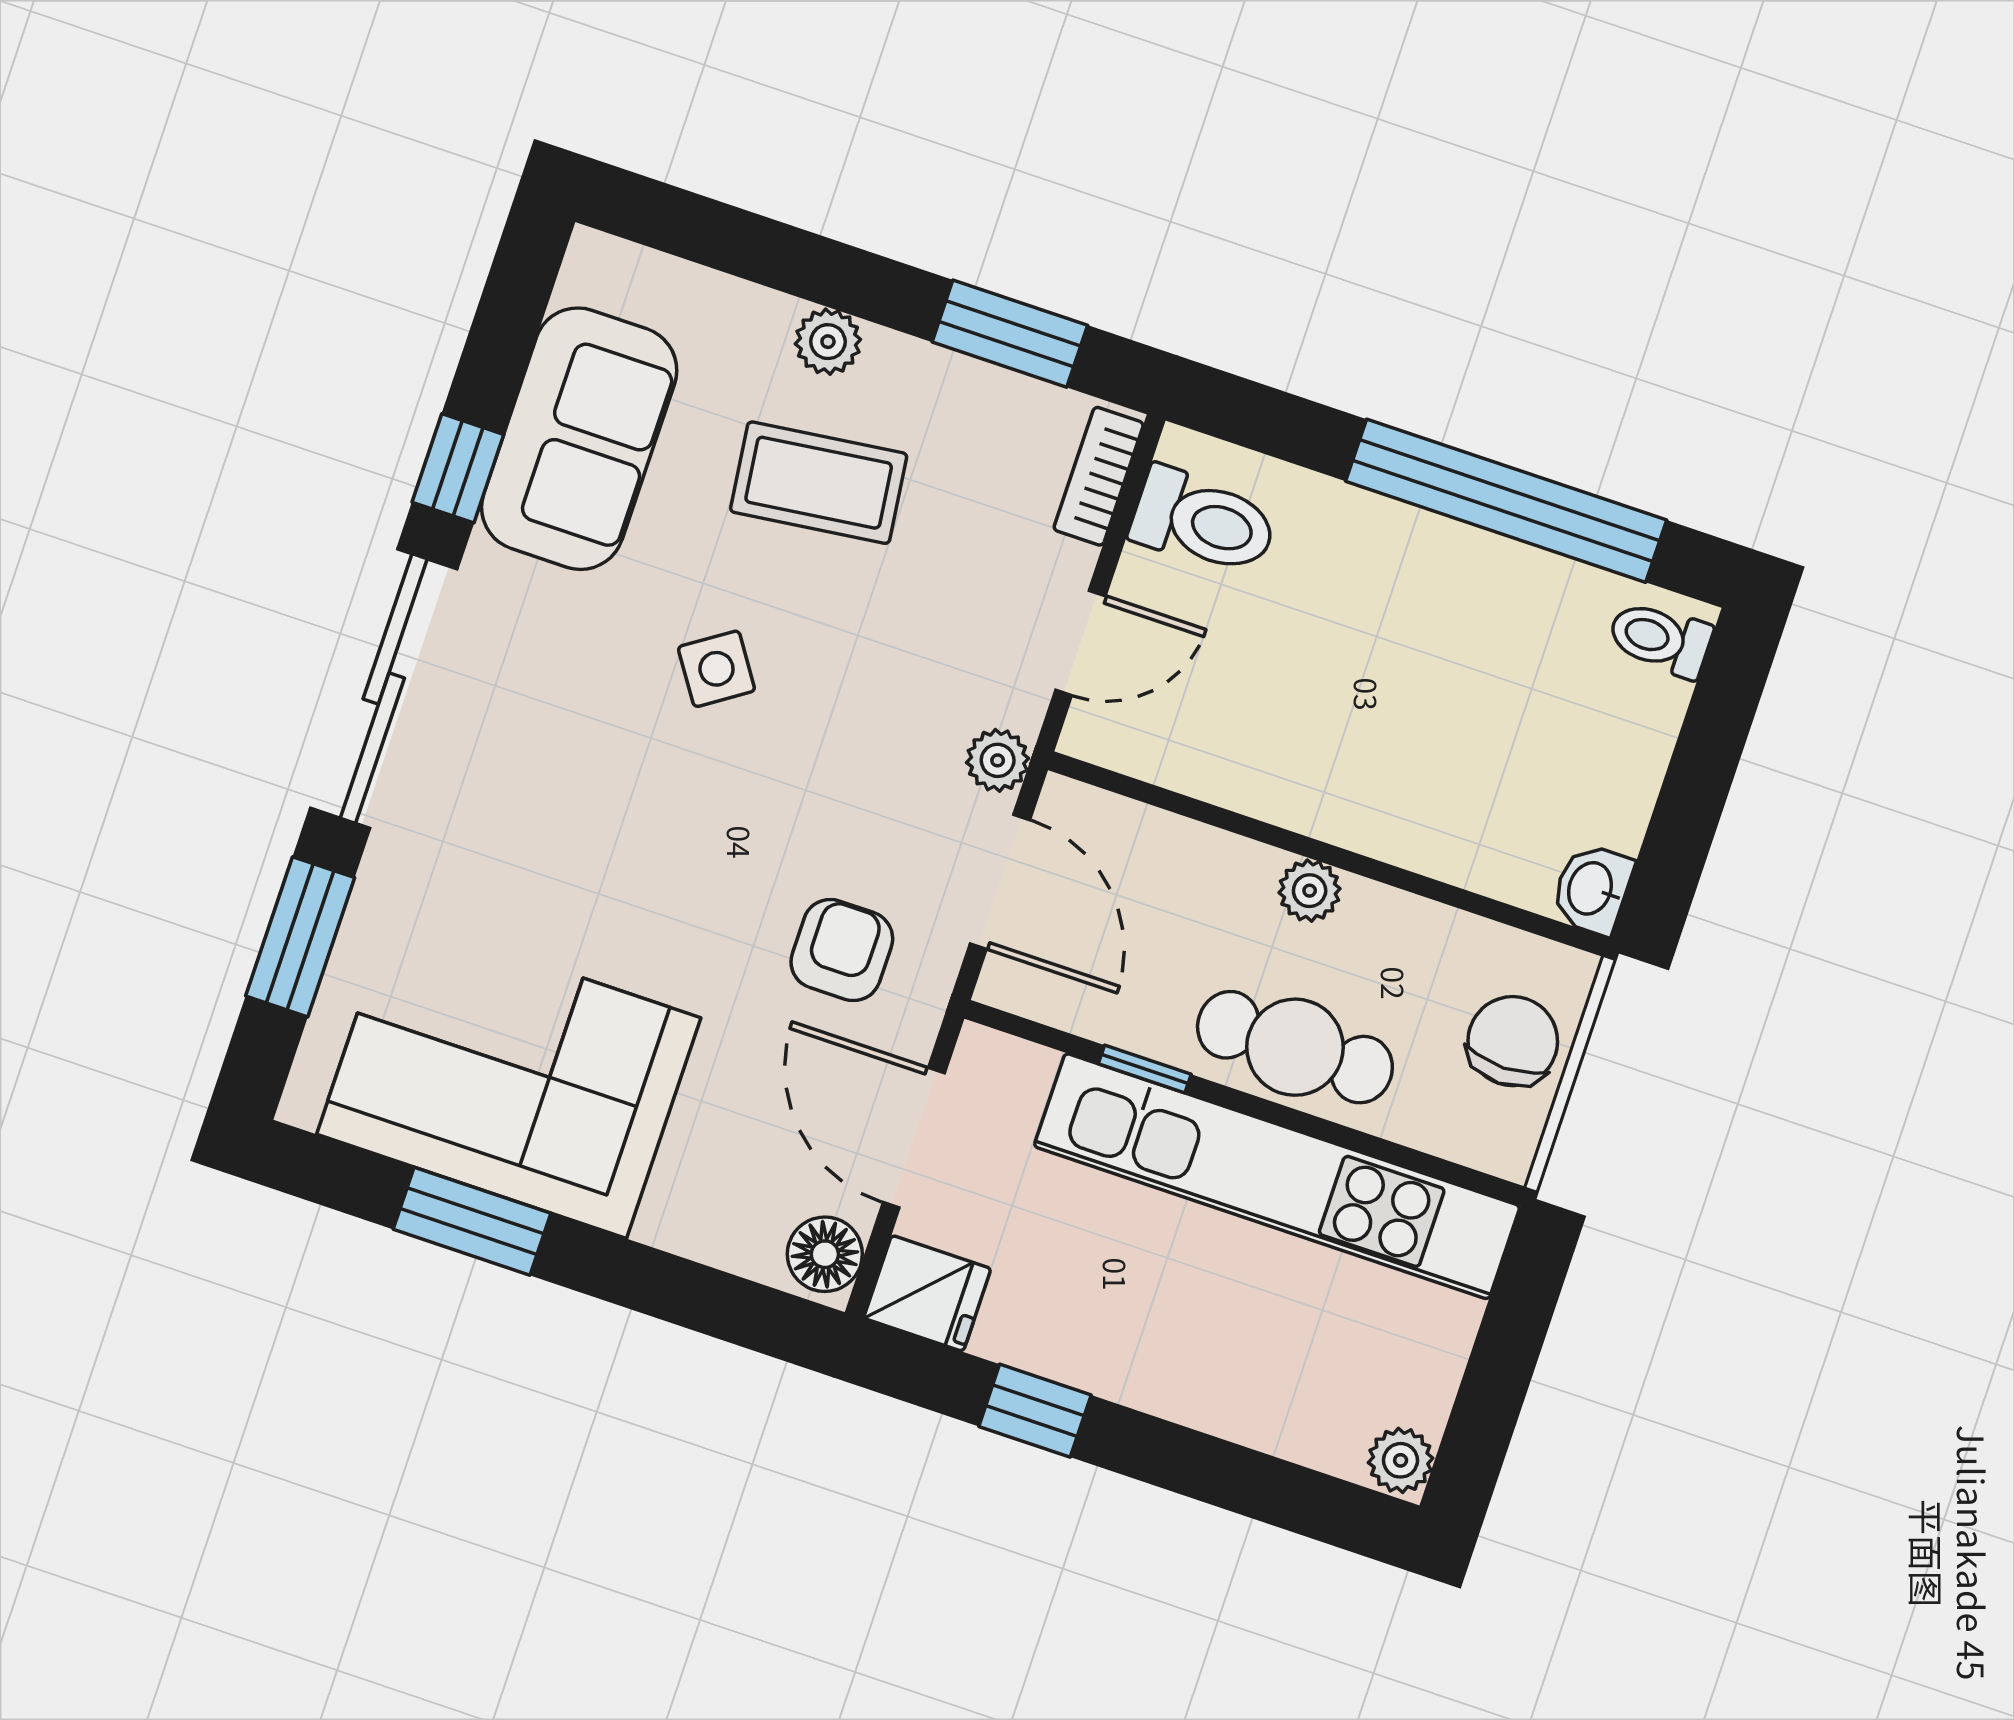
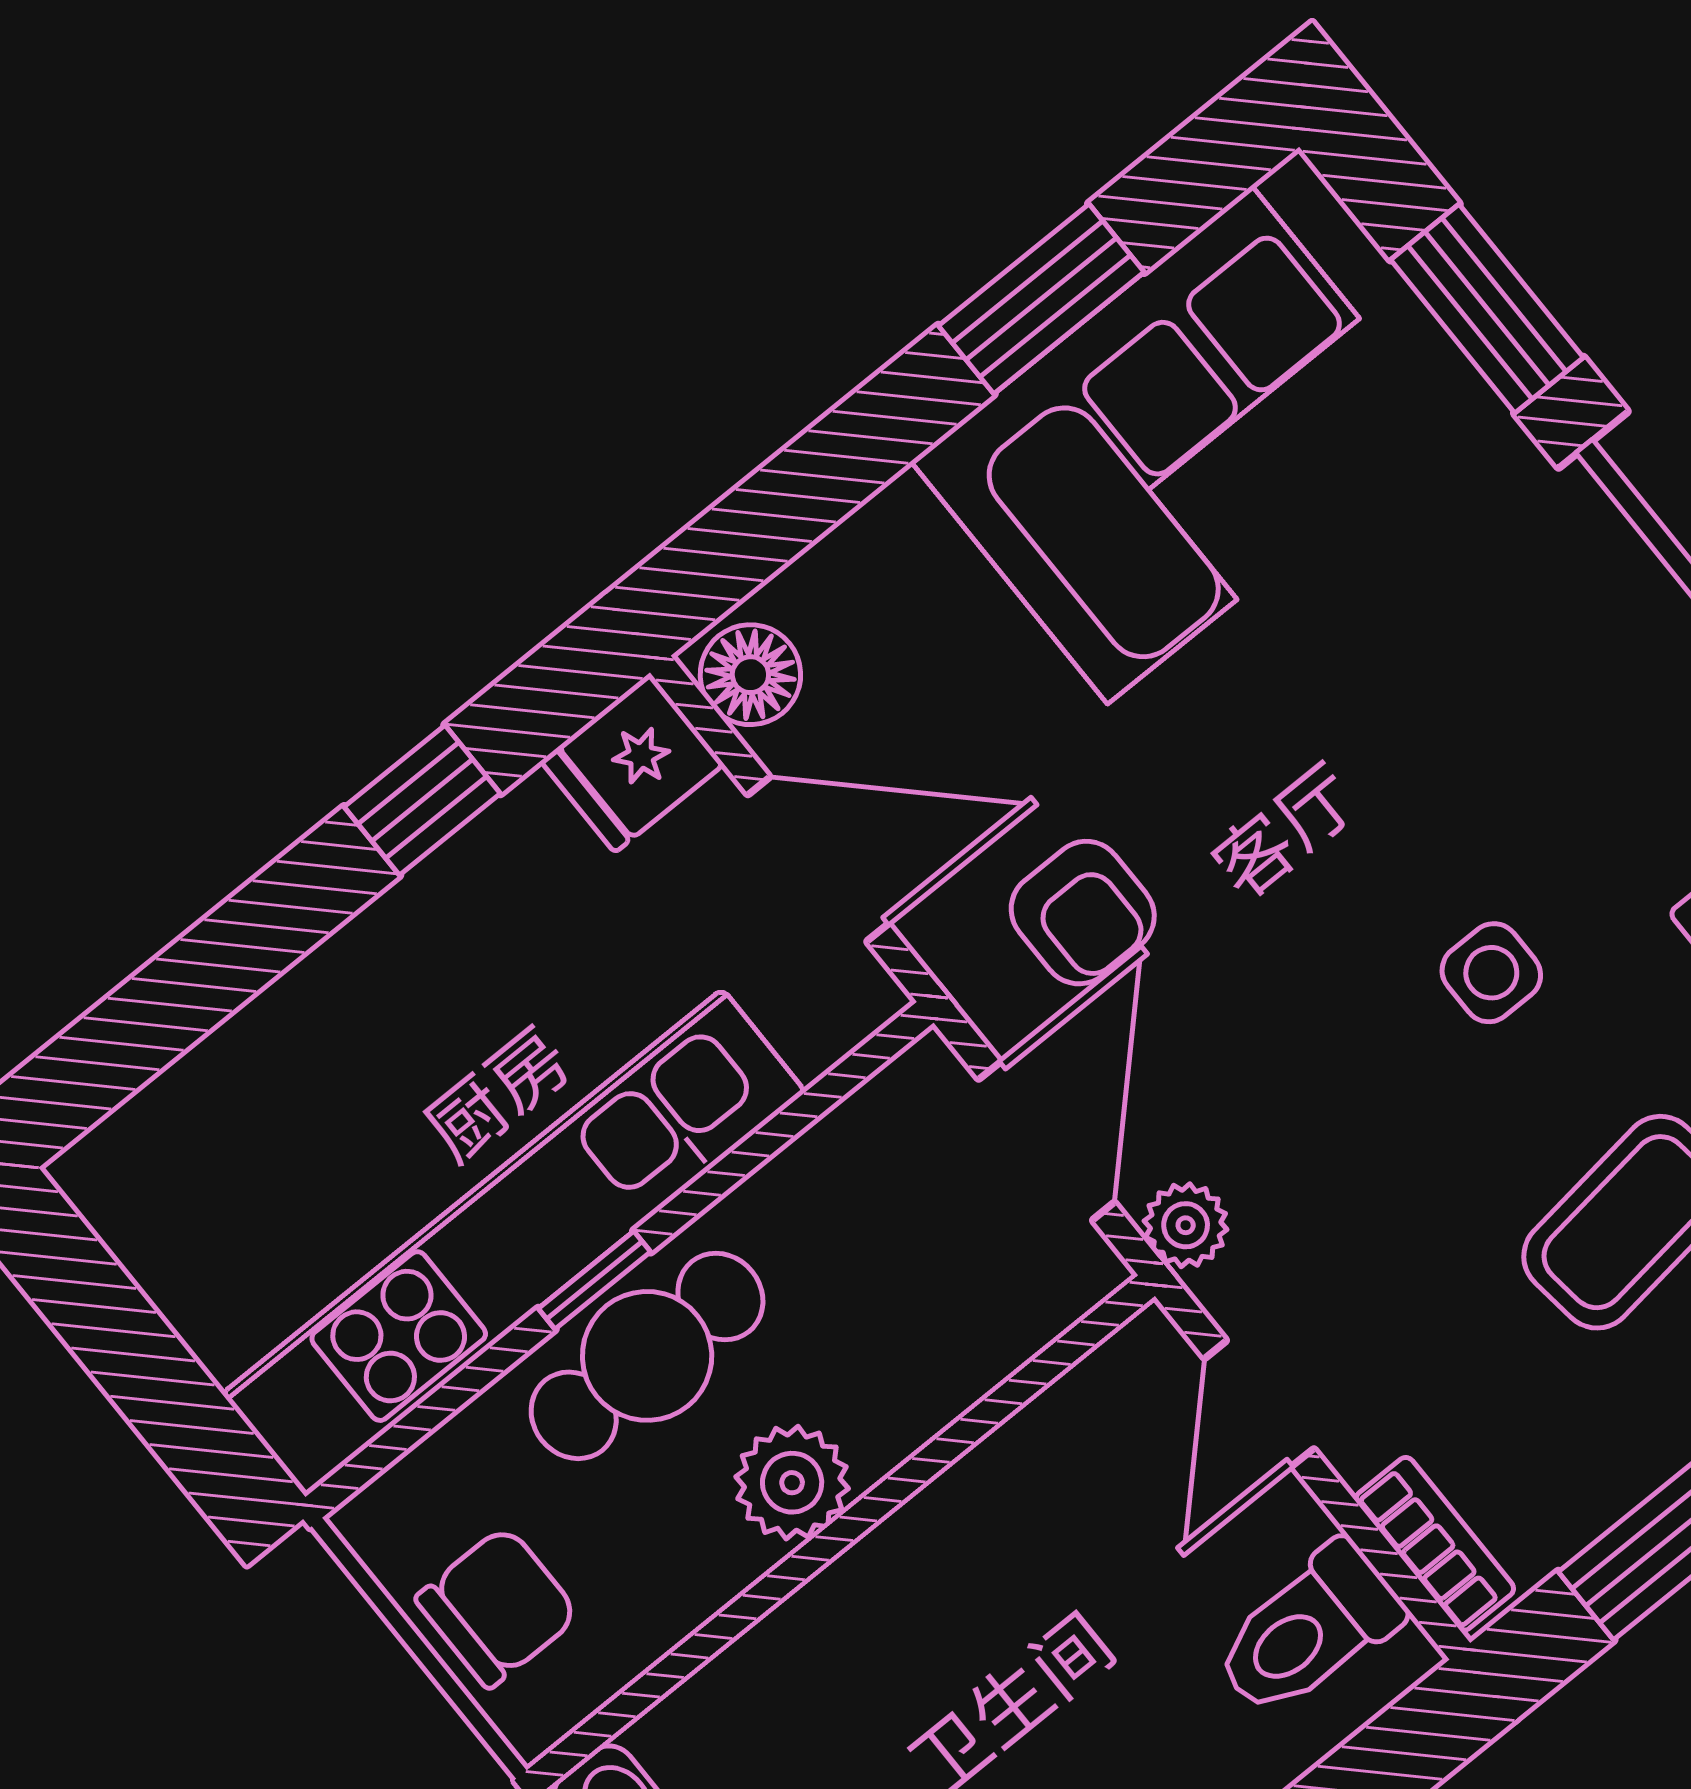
side table: (716, 669) -> (1491, 973), turned 34
door: (1000, 882) -> (1046, 1141), swing flipped
plant: (1310, 891) -> (792, 1483), width x1.38, depth x1.38
chair: (1513, 1041) -> (497, 1607), turned -90
window: (1145, 1069) -> (594, 1280), moved
plant: (1401, 1460) -> (103, 1179), removed

